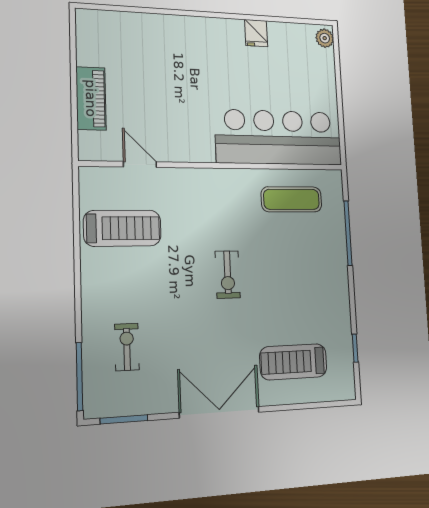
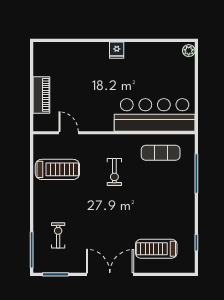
fridge: (256, 33) -> (117, 50), moved
exercise bike: (228, 275) -> (114, 172), moved

